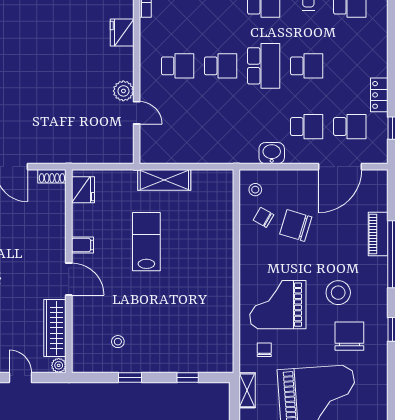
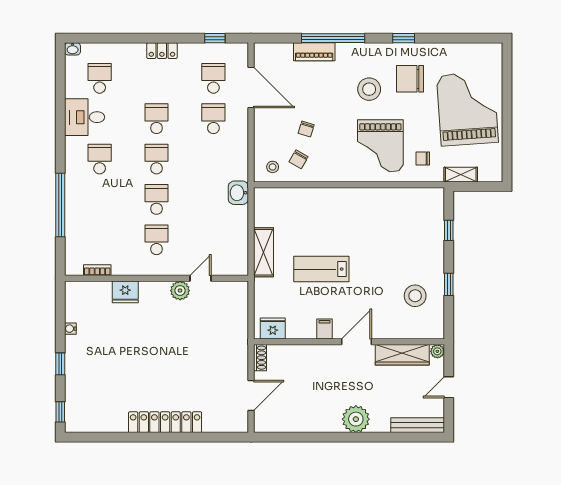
school desk: (264, 66) -> (156, 159), width x0.54
locker: (379, 95) -> (162, 51), moved
washbasin: (272, 153) -> (238, 193), moved
chair: (296, 225) -> (306, 129), width x0.54, depth x0.54
stool: (118, 342) -> (415, 296), width x1.89, depth x1.89

